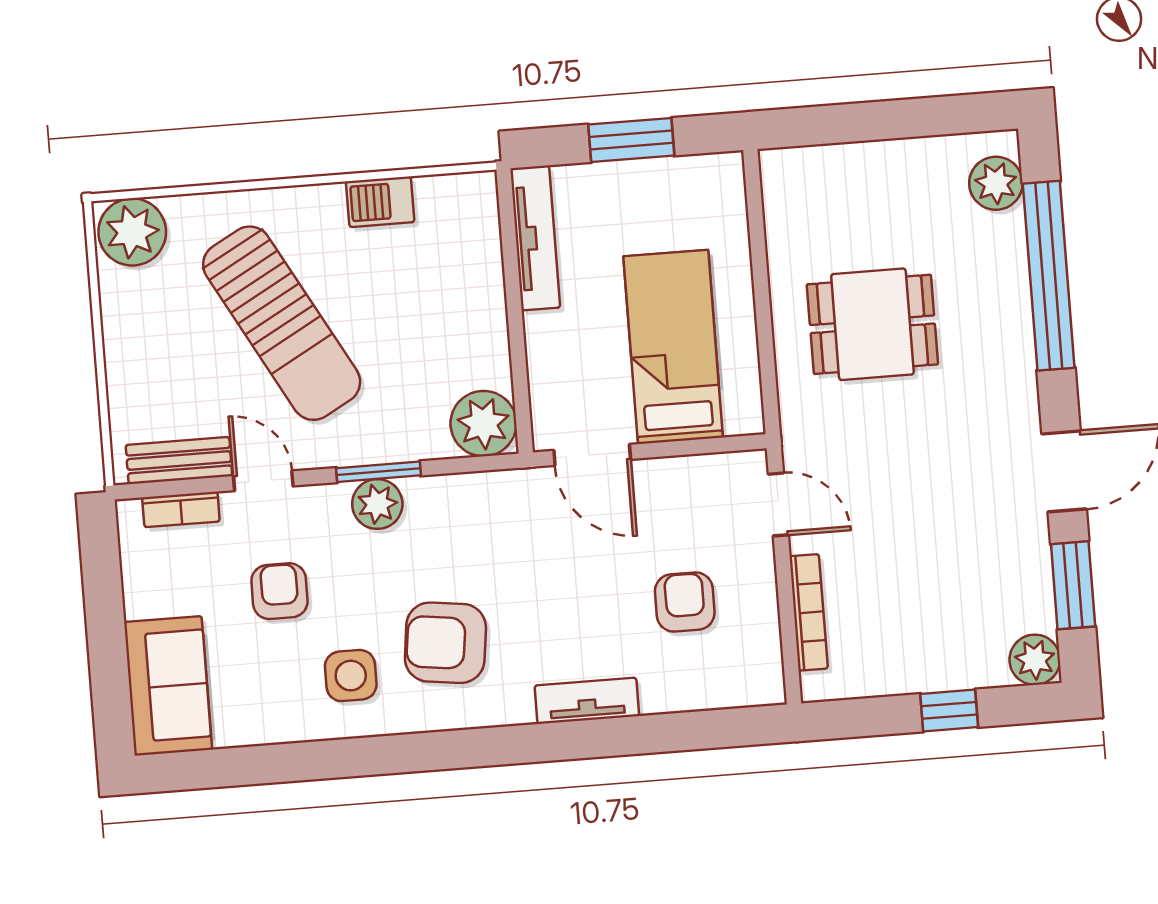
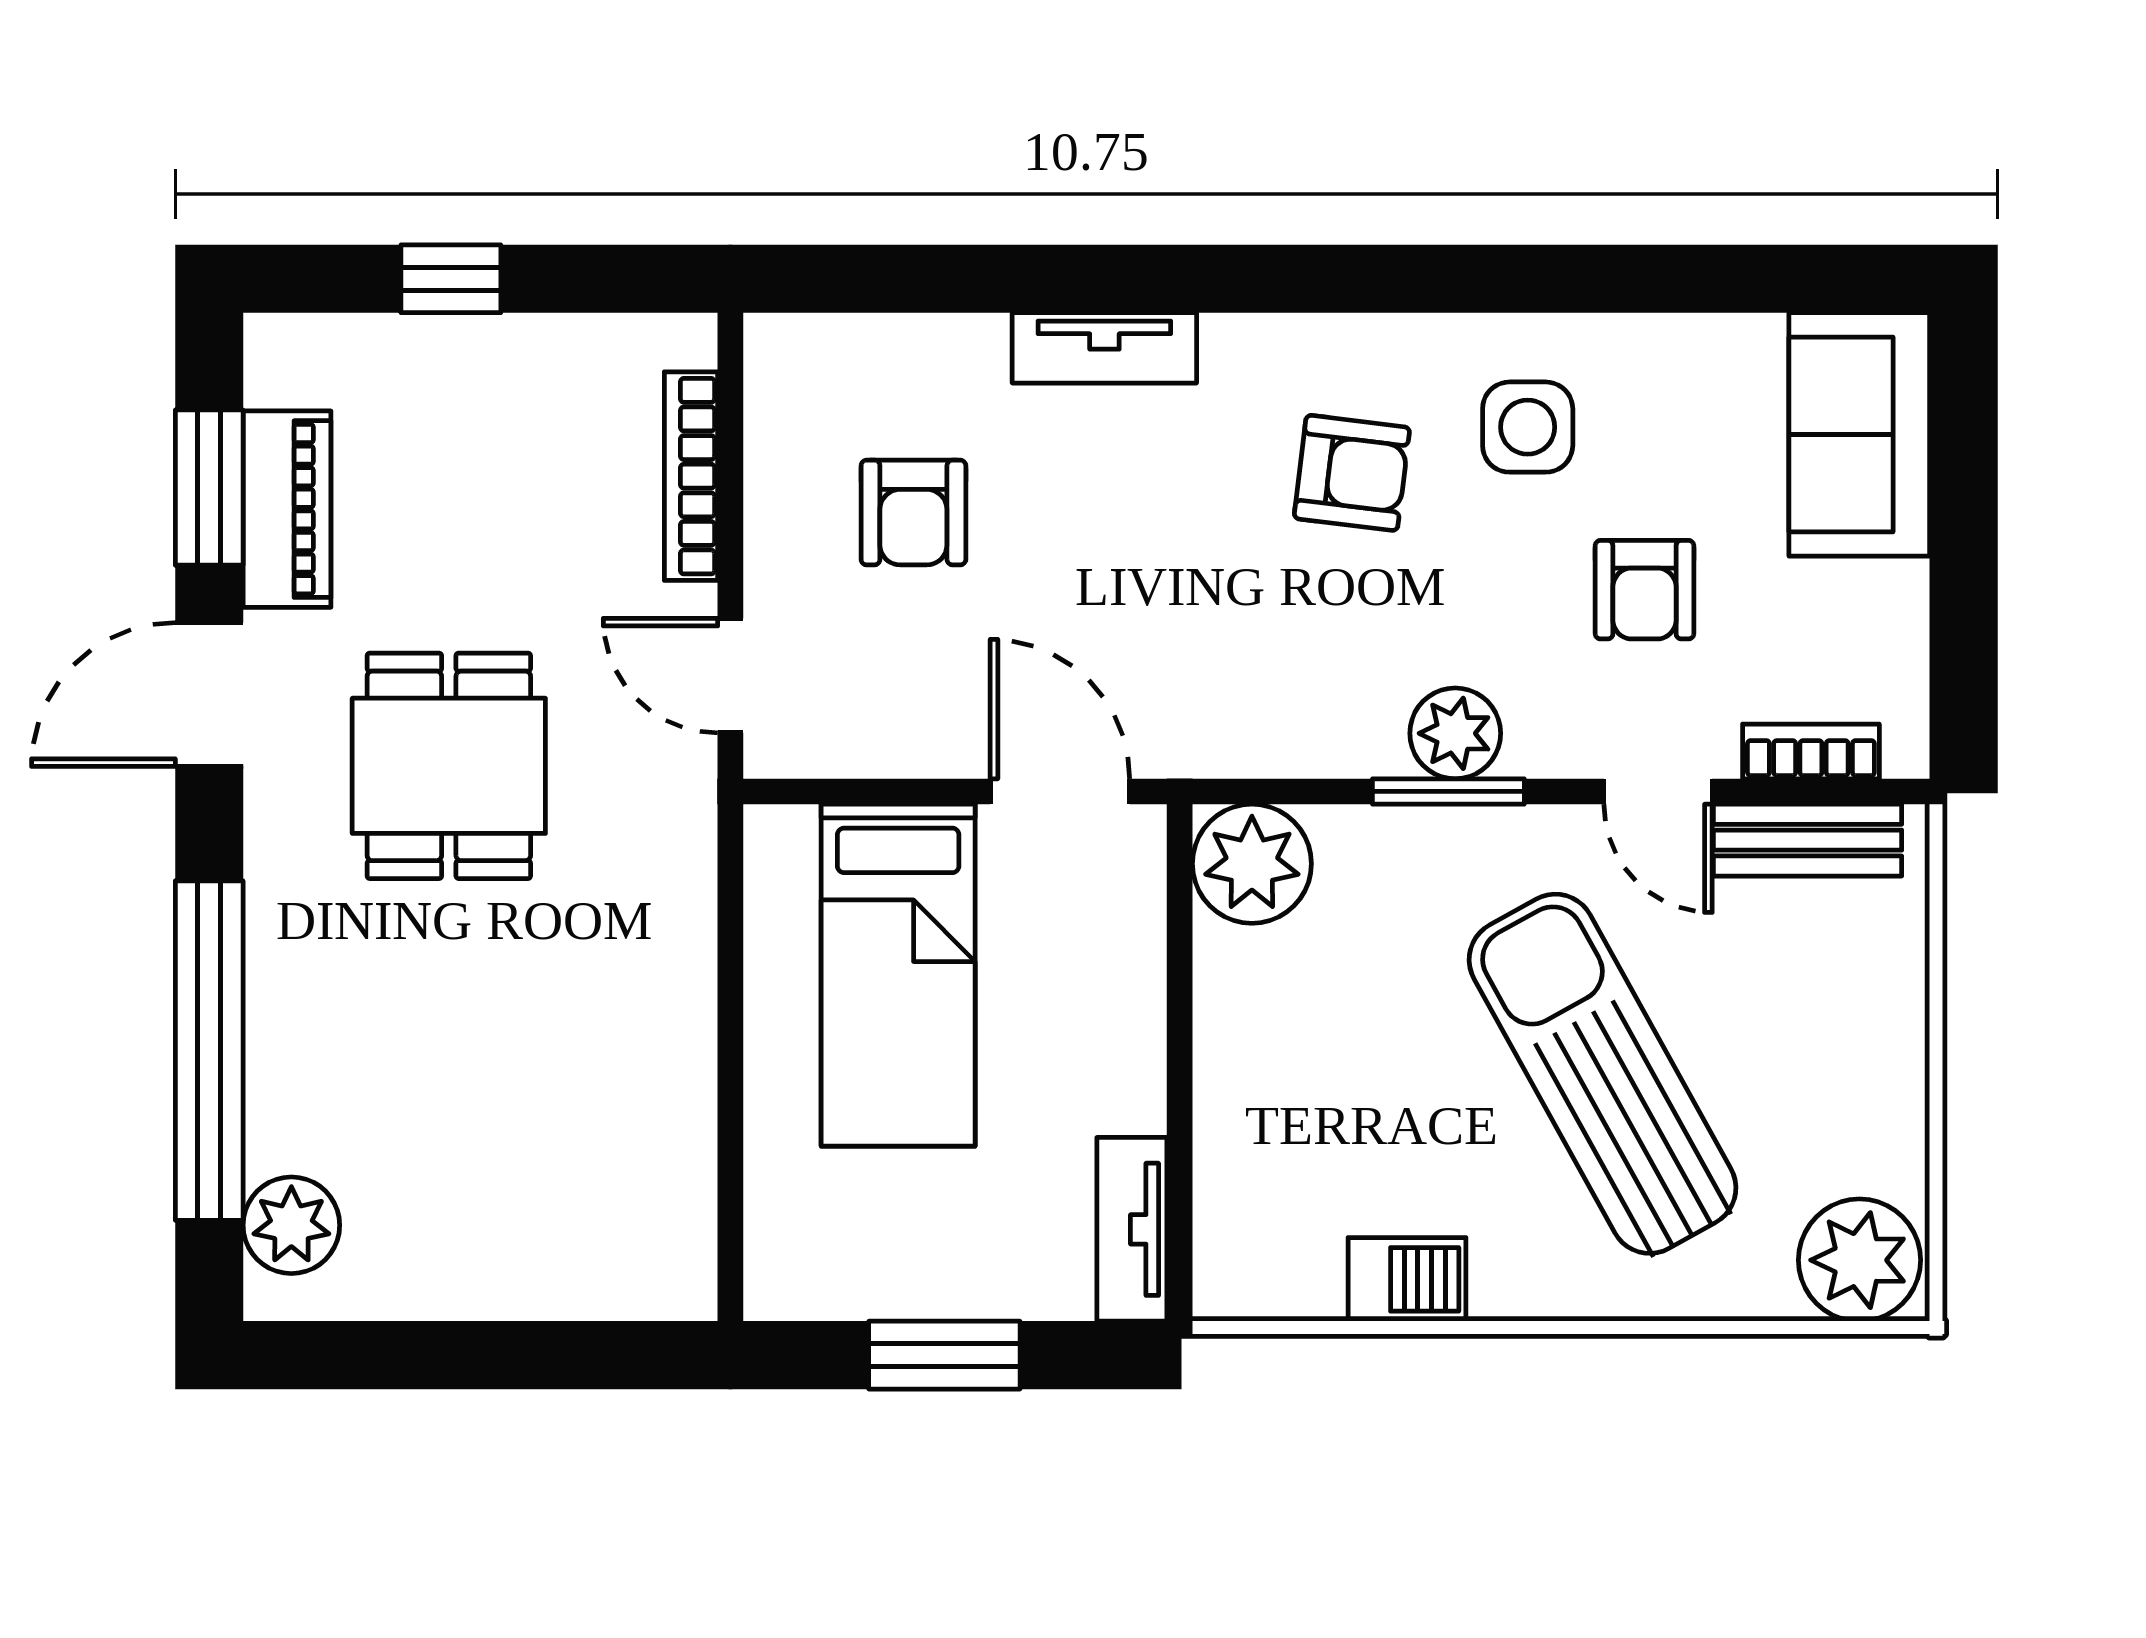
tv unit: (535, 238) -> (1132, 1229), width x0.71
dining table: (872, 324) -> (449, 766), moved, turned 90
piano: (1029, 577) -> (287, 509), added
armchair: (445, 643) -> (1352, 473), width x0.72, depth x0.72
plant: (1035, 660) -> (289, 358), removed

